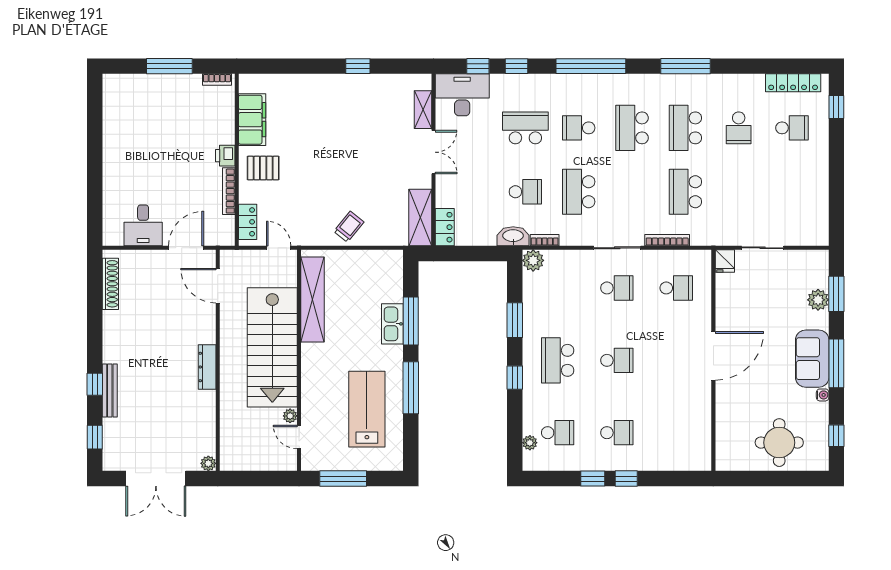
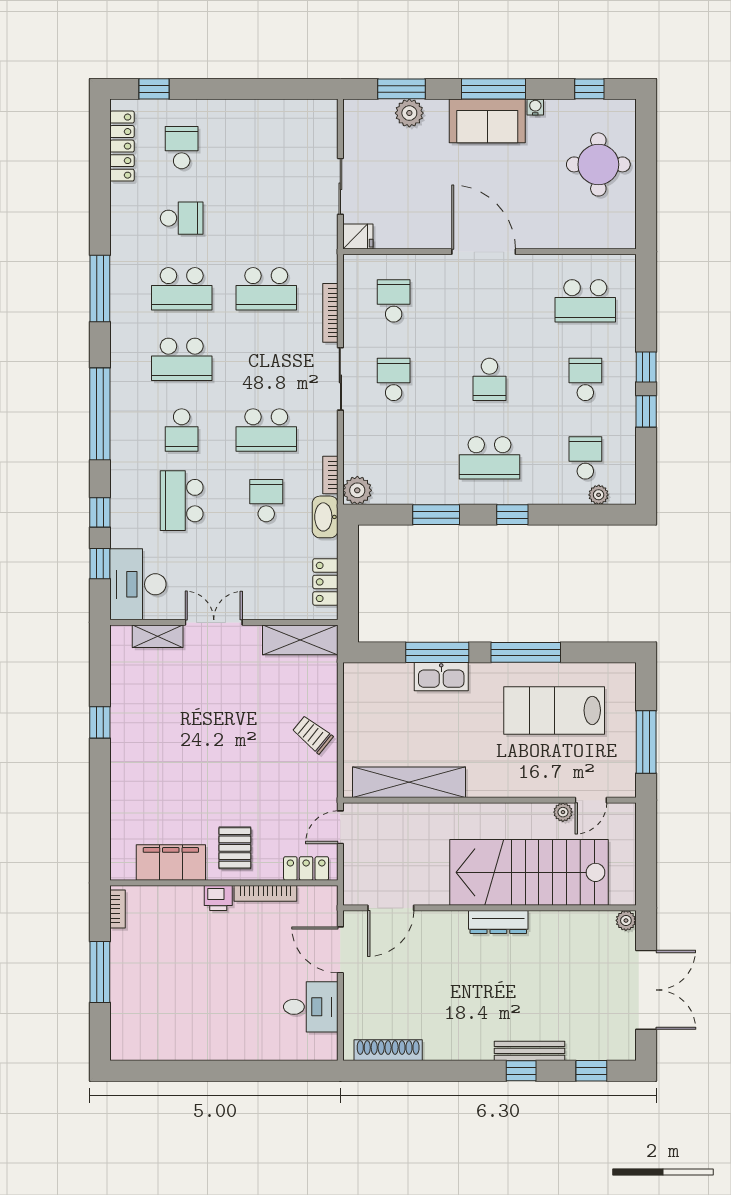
locker: (445, 227) -> (325, 582), moved, turned -90
stairs: (272, 347) -> (529, 872), moved, turned 180
school desk: (617, 360) -> (489, 379), turned 180
school desk: (676, 433) -> (585, 301), added

